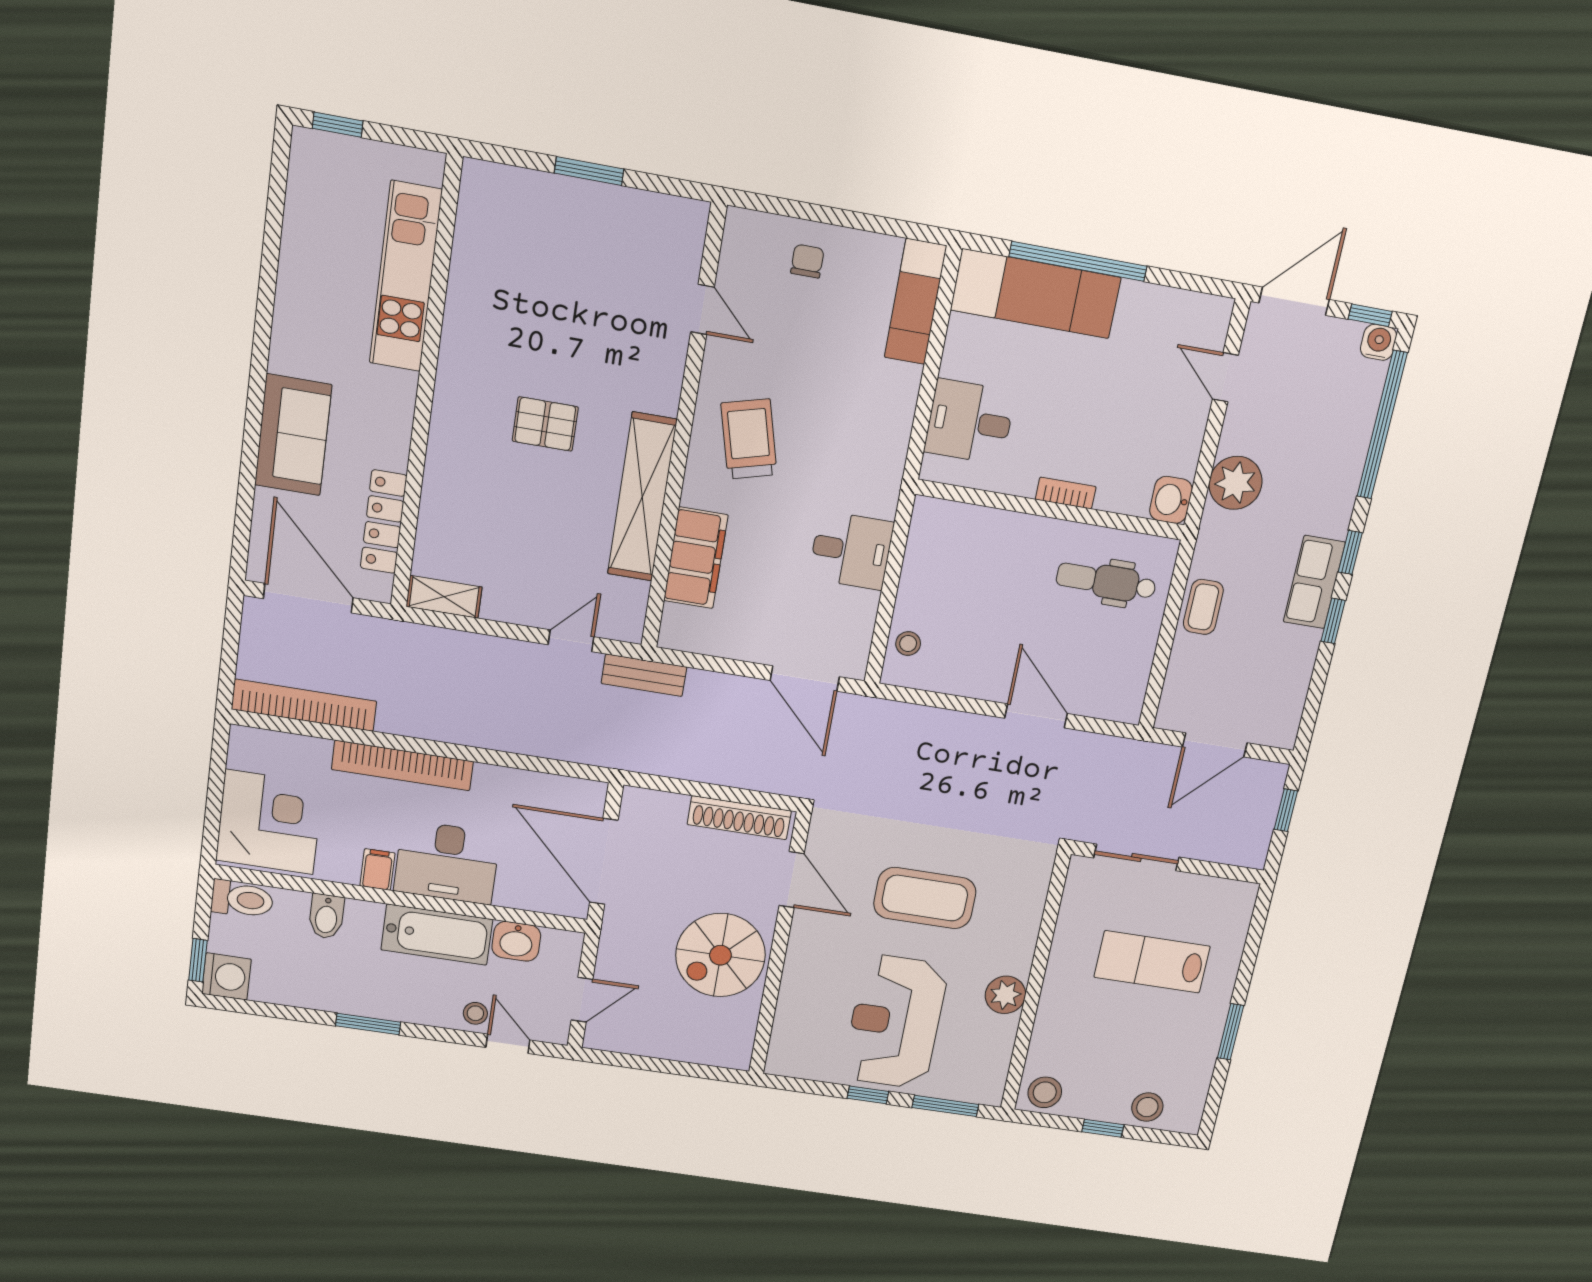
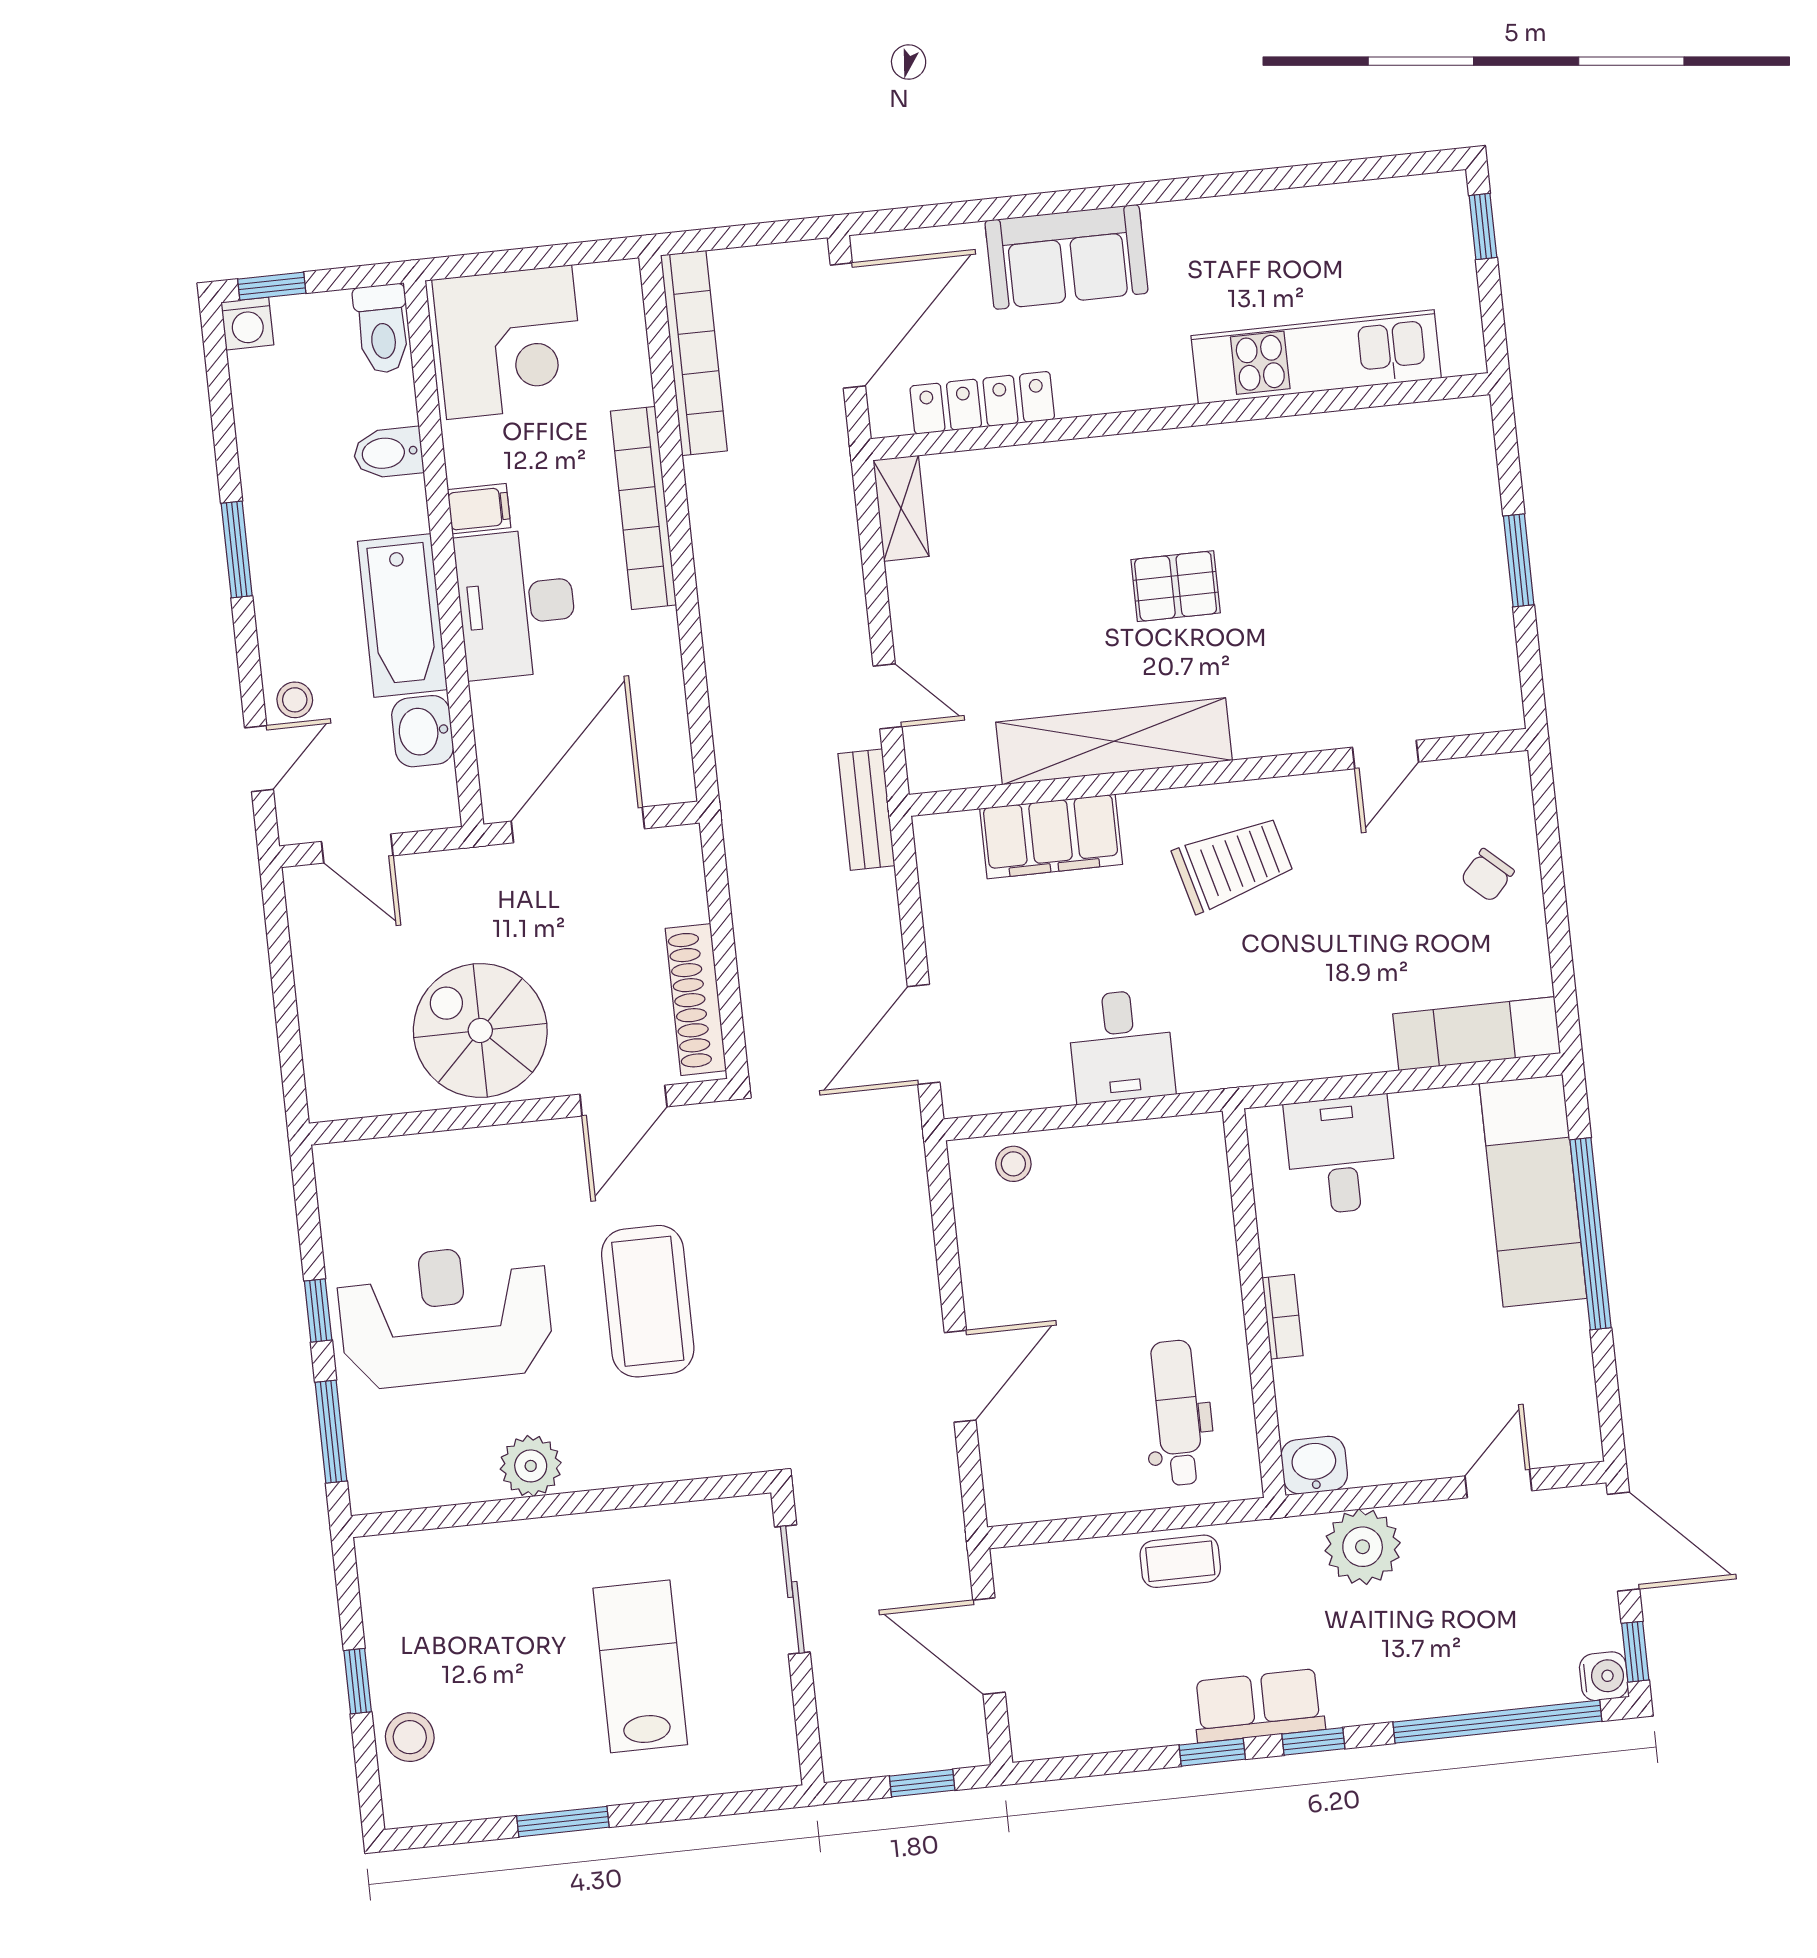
chair: (807, 261) -> (1487, 875), turned 132
pallet: (545, 424) -> (1176, 586), turned 90
washing machine: (227, 976) -> (247, 324), width x0.73, depth x0.73
stool: (1045, 1092) -> (392, 1574), removed

